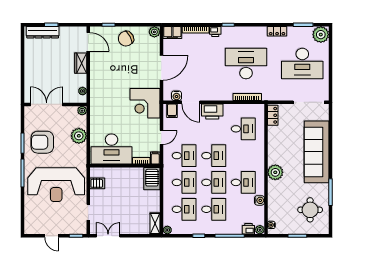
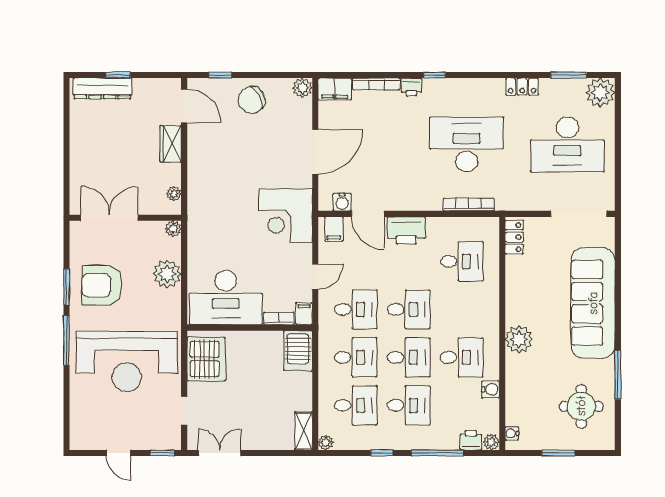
server rack: (97, 183) -> (206, 359), width x2.18, depth x1.44

